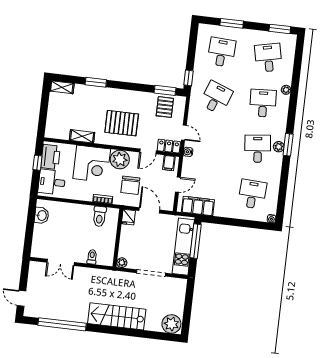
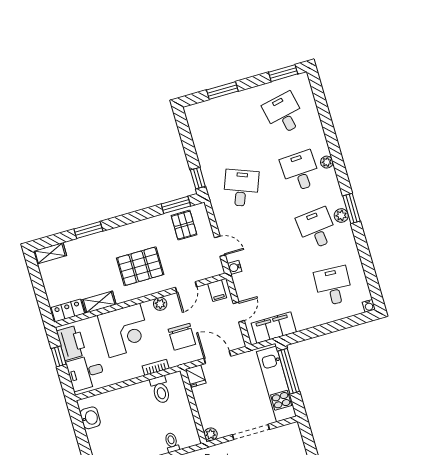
desk: (221, 52) -> (225, 131), removed
plant: (286, 90) -> (327, 162), moved
locker: (169, 146) -> (68, 311), moved
plant: (120, 160) -> (160, 304), width x0.53, depth x0.53

